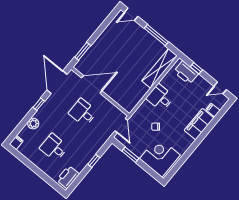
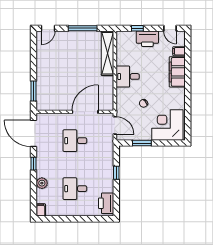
printer: (186, 73) -> (147, 39), moved
door: (92, 84) -> (85, 112), moved
door: (220, 88) -> (170, 28), hinge flipped

